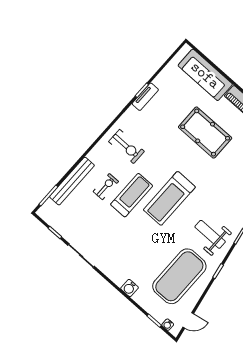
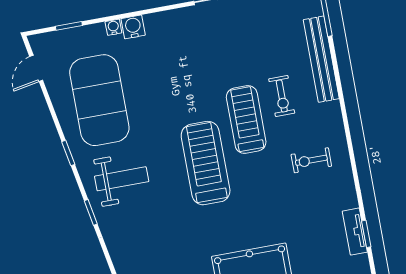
exercise bike: (127, 146) -> (311, 160), width x0.73, depth x0.72
treadmill: (132, 195) -> (246, 120), turned 180
water cooler: (168, 325) -> (113, 27), moved

